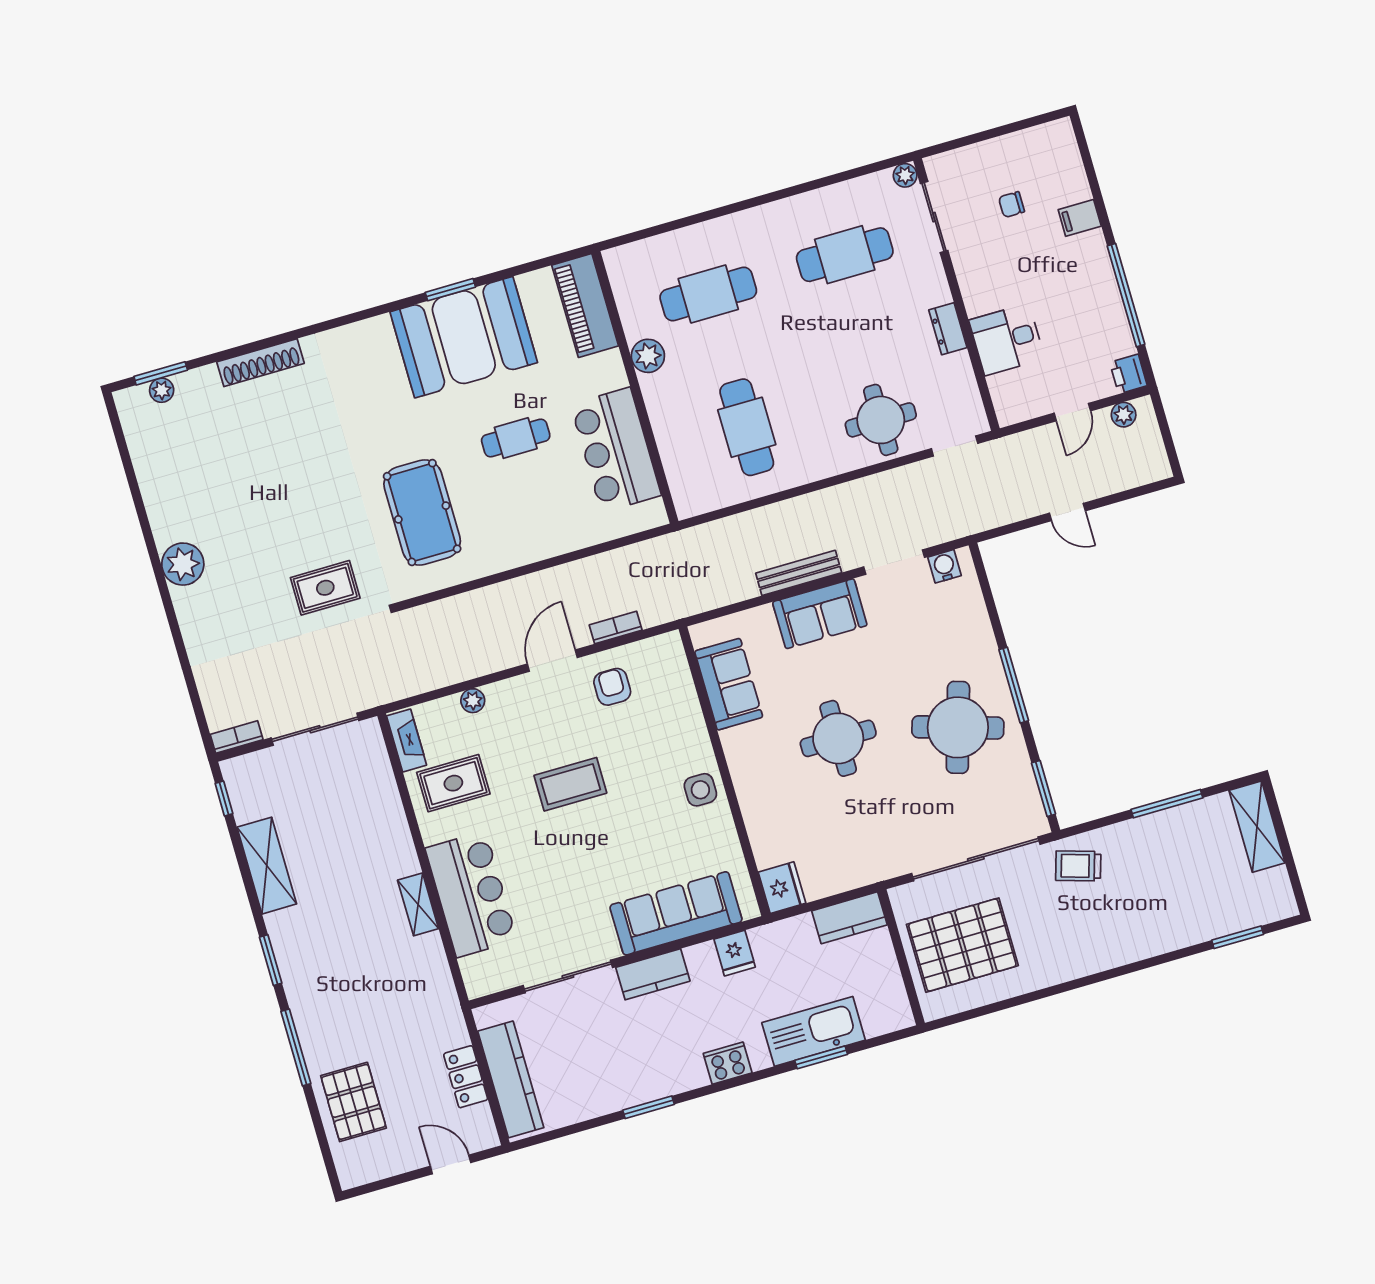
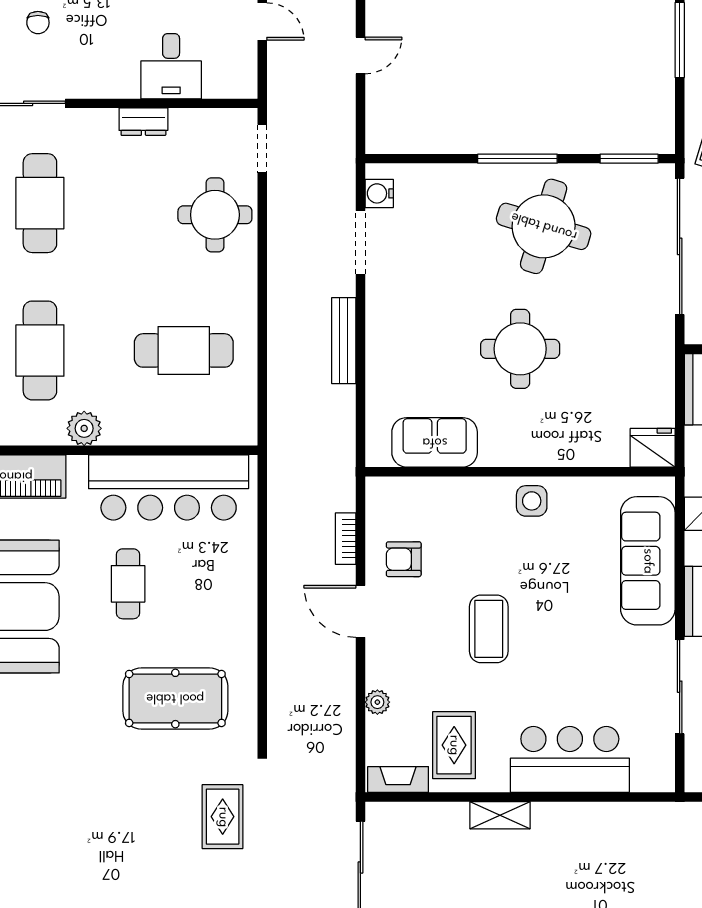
bar counter: (616, 450) -> (169, 487), width x1.36
sofa: (820, 614) -> (391, 331), removed
shelving: (418, 904) -> (500, 815), moved

